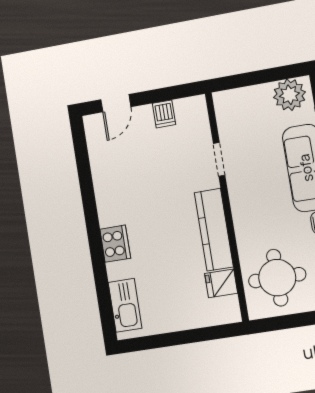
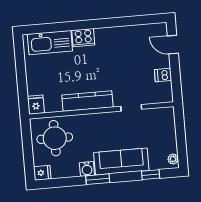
plant: (289, 95) -> (173, 159), width x0.53, depth x0.53
fridge: (221, 283) -> (36, 105), moved
kitchen sink: (125, 305) -> (50, 43), width x1.36, depth x1.24

